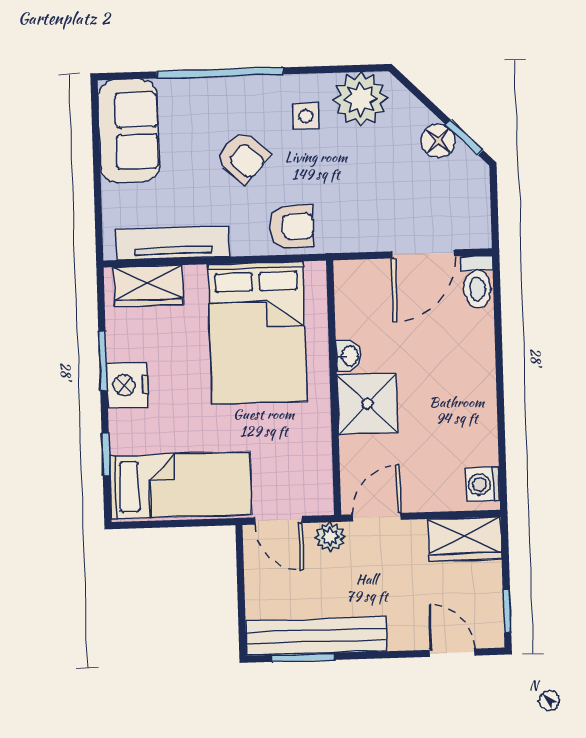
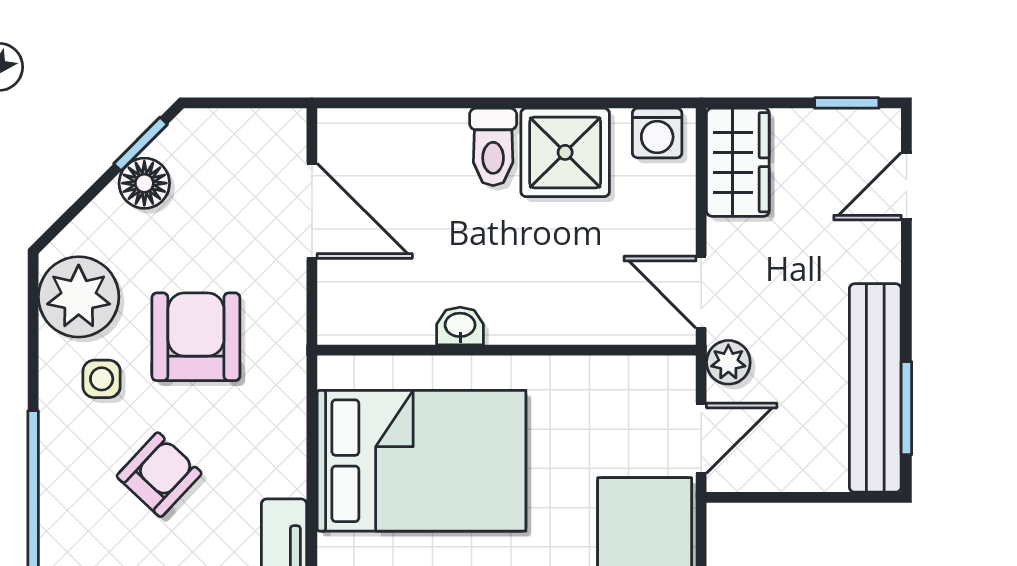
armchair: (292, 227) -> (196, 337), moved, width x1.38, depth x1.38
toilet: (477, 282) -> (493, 147), moved, turned 90
shower: (367, 404) -> (565, 152), moved

